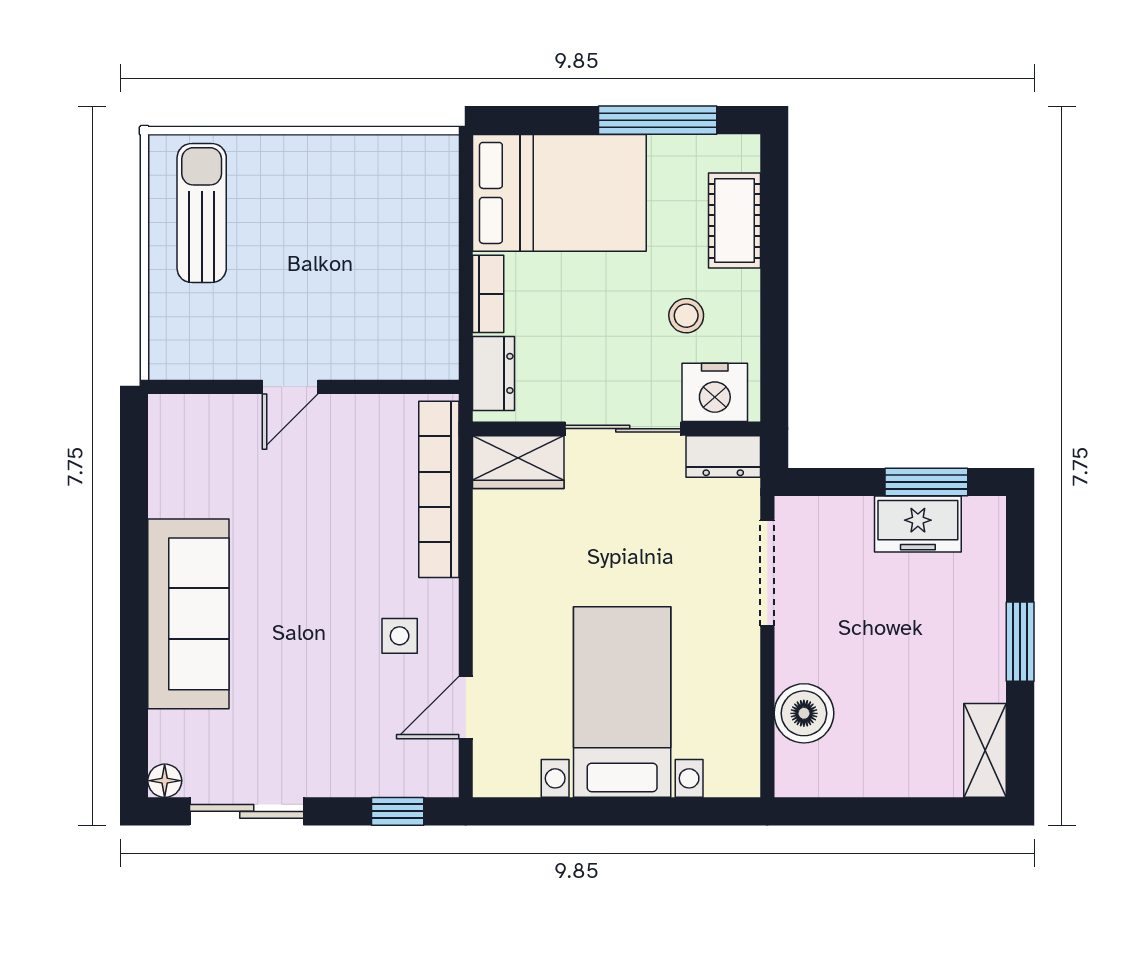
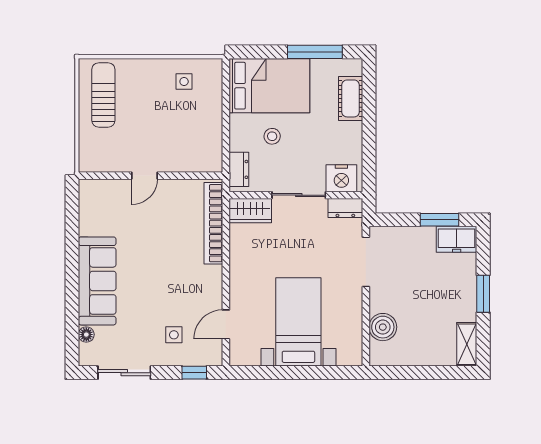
side table: (375, 184) -> (184, 82), added
bookcase: (488, 294) -> (236, 132), removed
stool: (686, 316) -> (272, 136), moved
freezer: (918, 524) -> (457, 239), moved
side table: (400, 636) -> (174, 335), moved
floor lamp: (165, 781) -> (86, 335), moved

